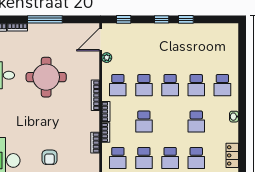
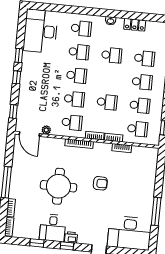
desk: (215, 41) -> (41, 31), added
locker: (232, 155) -> (135, 25), moved
armchair: (49, 157) -> (100, 183), moved

